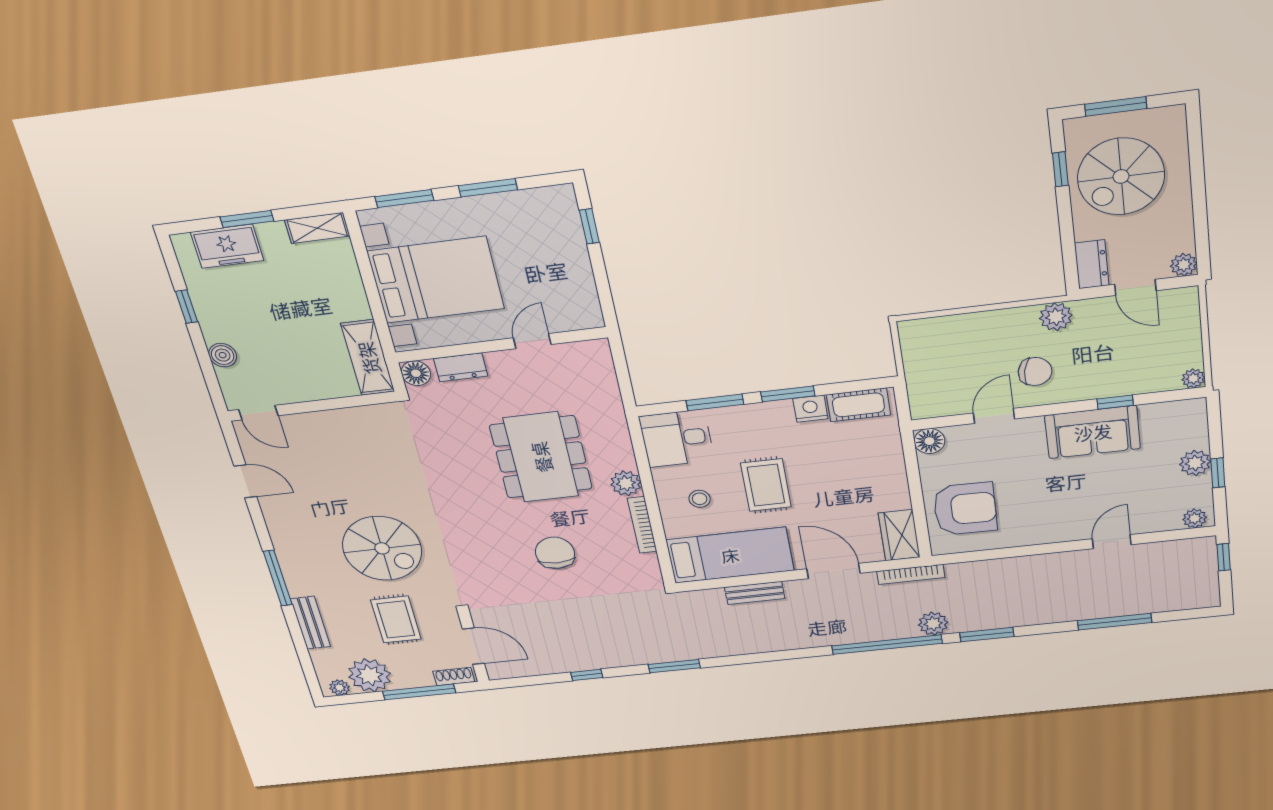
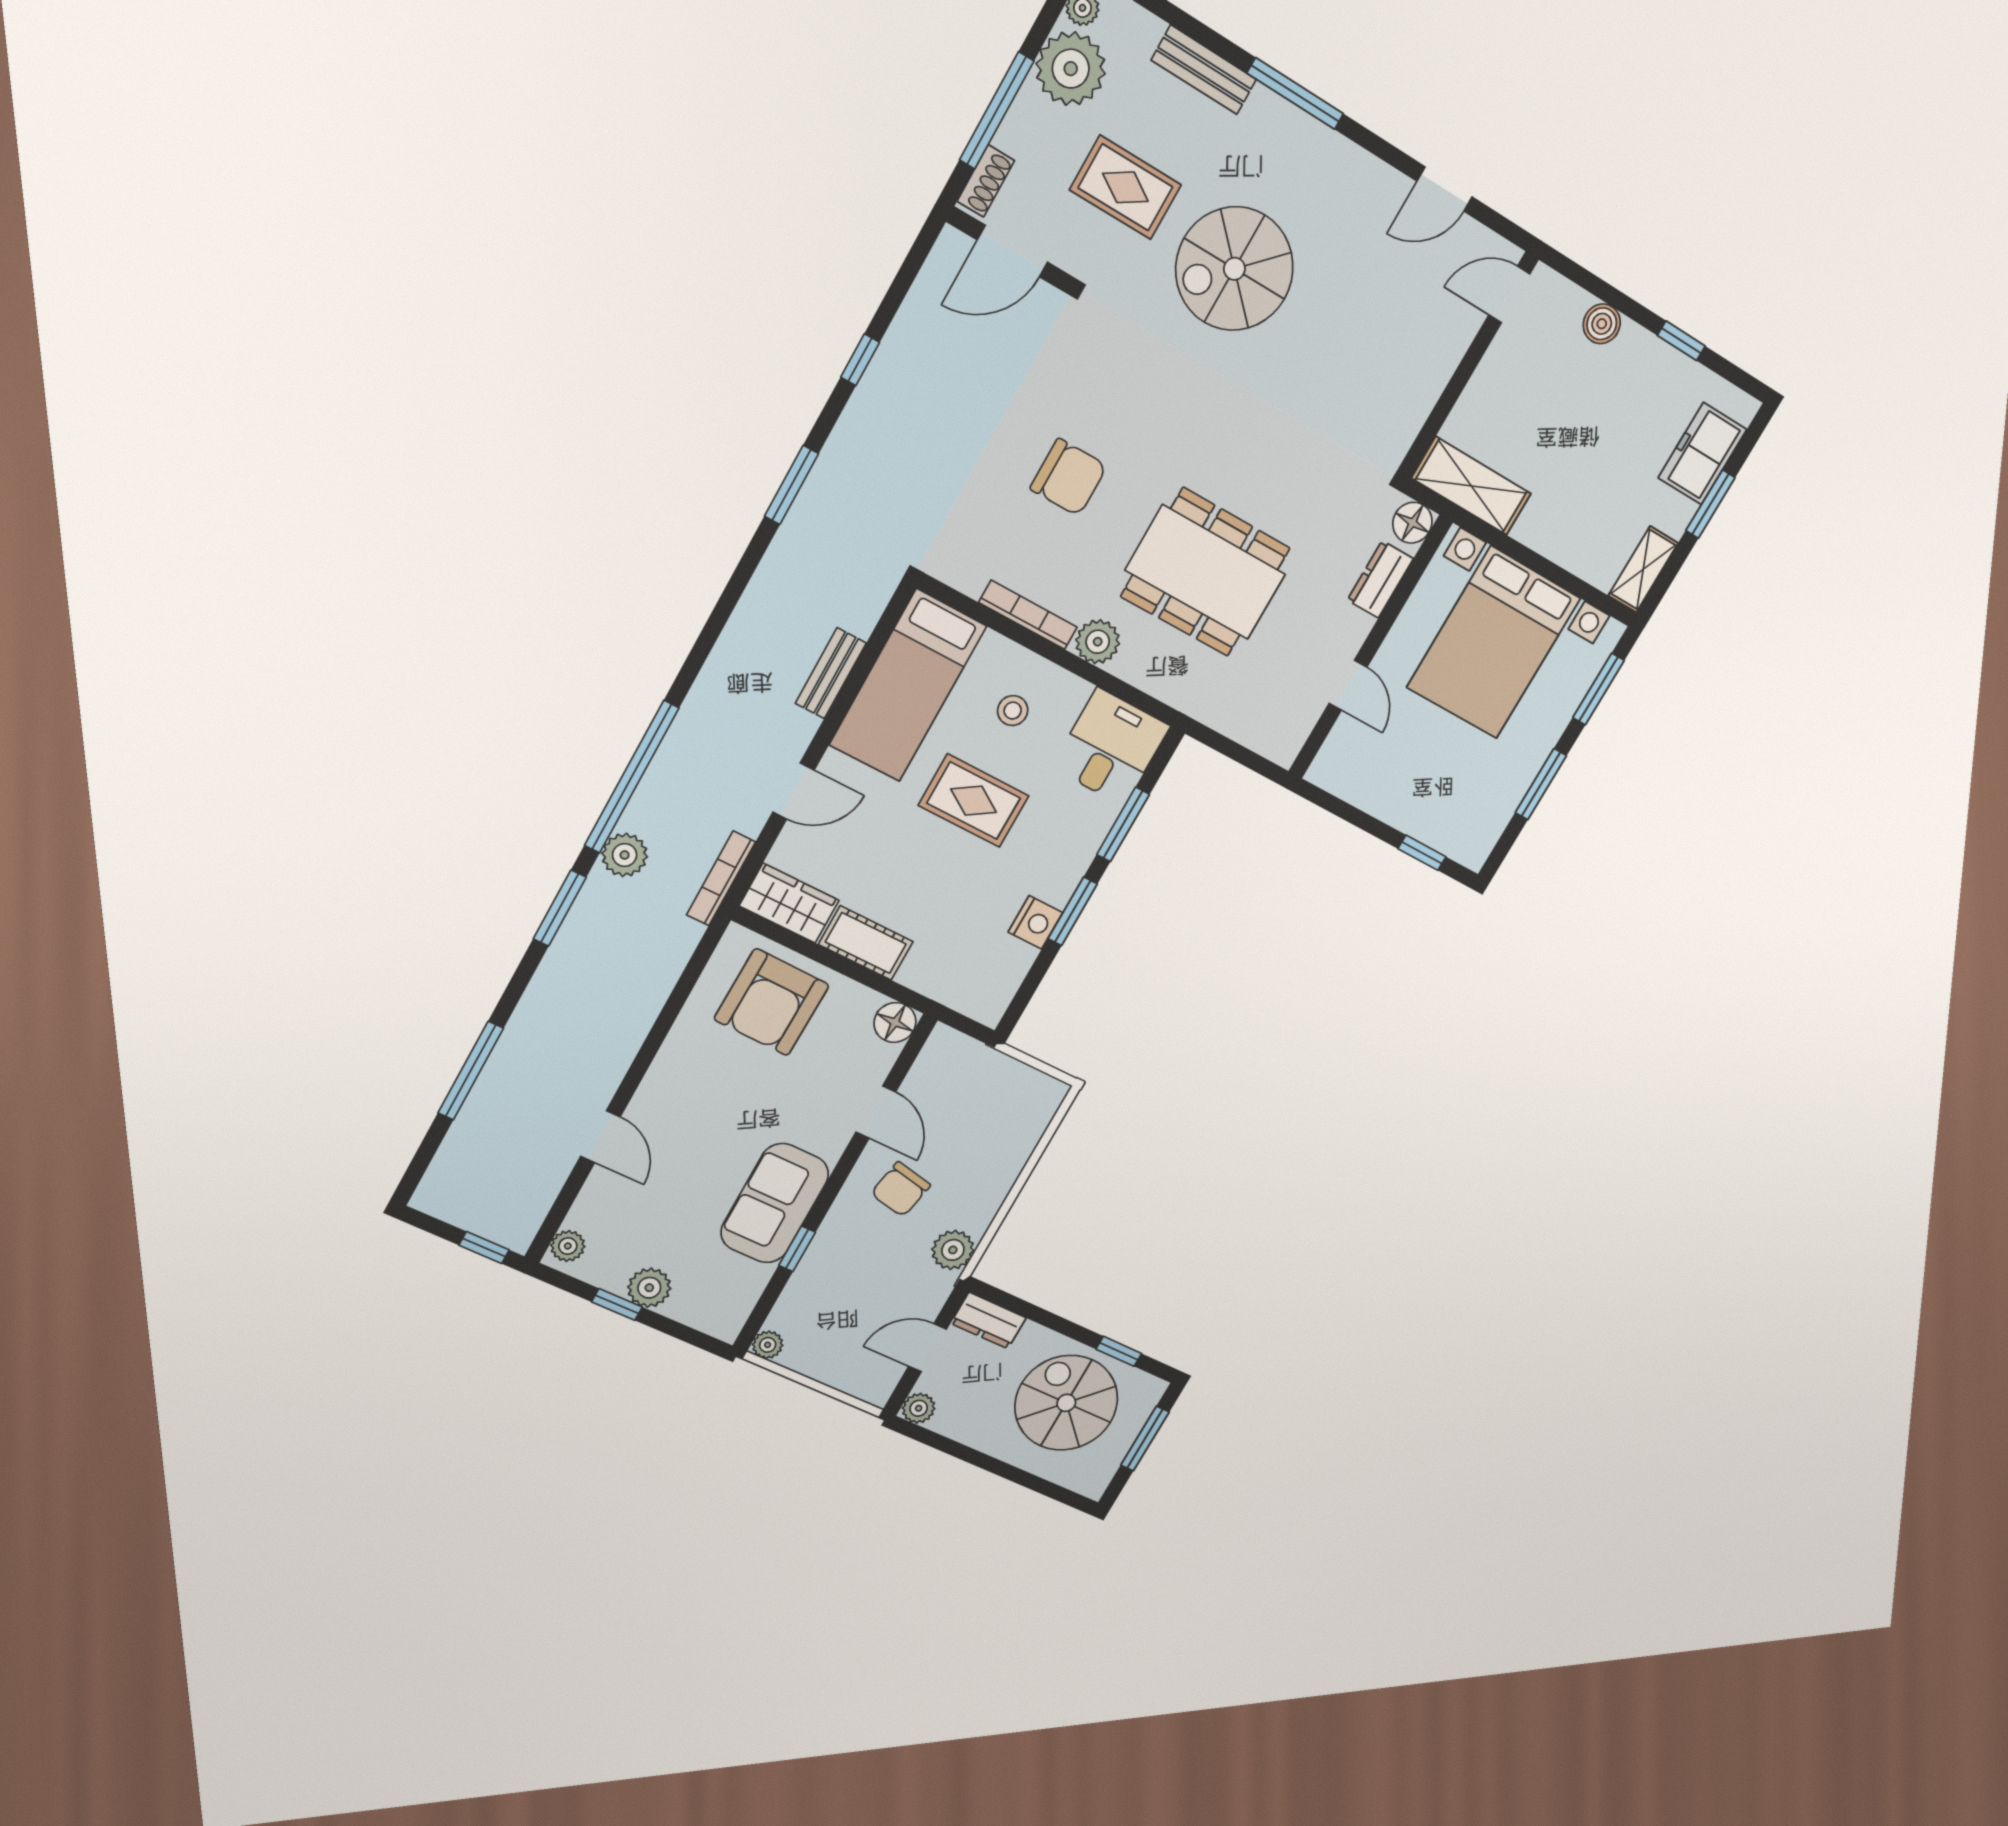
cot: (858, 405) -> (866, 943), moved, turned 90
door: (833, 571) -> (793, 791), width x0.73

